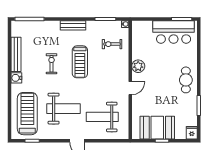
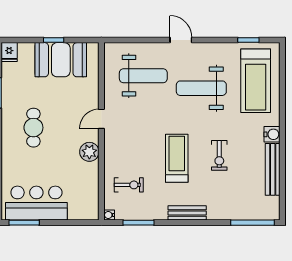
cafe table: (186, 80) -> (33, 128), moved

